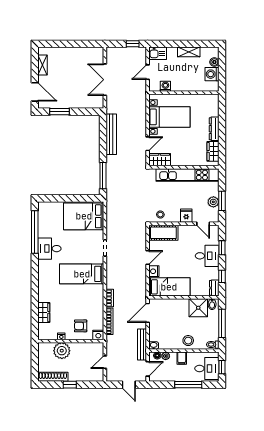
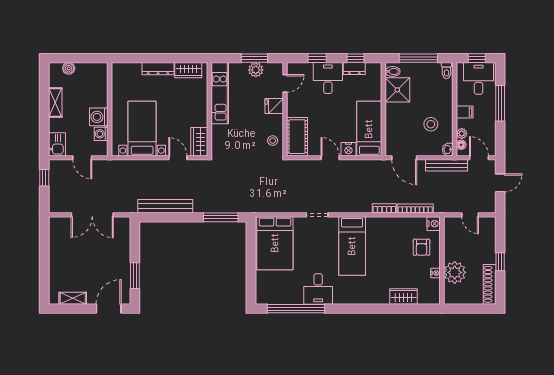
washing machine: (212, 74) -> (99, 117), moved, turned 90
kitchen unit: (187, 175) -> (220, 93), width x0.73
dresser: (214, 288) -> (354, 69), moved
stool: (188, 341) -> (431, 124), moved

